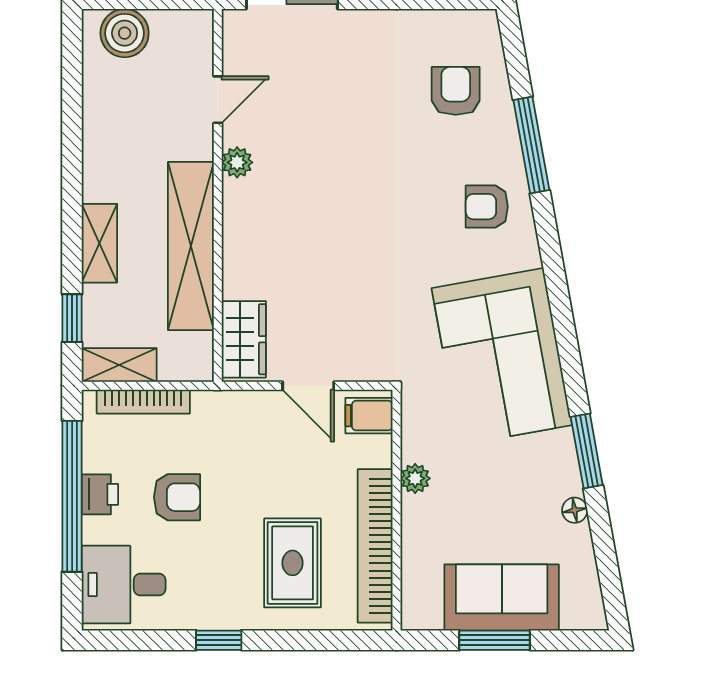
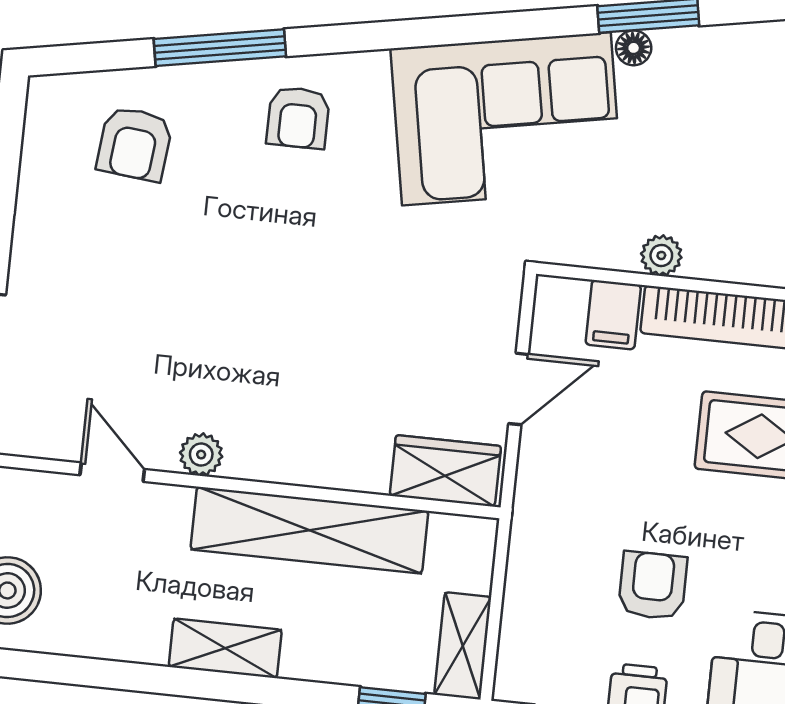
armchair: (456, 91) -> (135, 144), turned -84
shelving: (99, 243) -> (225, 648), moved
bookcase: (143, 402) -> (516, 618), removed
filing cabinet: (369, 416) -> (613, 315), moved
floor lamp: (575, 510) -> (634, 48), moved

